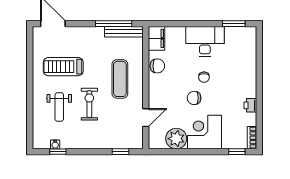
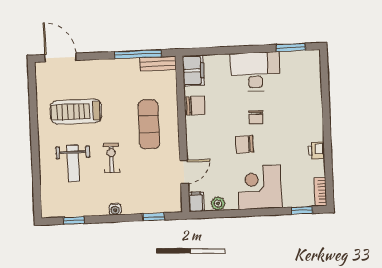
bench: (124, 32) -> (158, 64), width x0.73
exercise bike: (89, 104) -> (111, 158), width x0.73, depth x0.72
plant: (176, 139) -> (218, 204), width x0.53, depth x0.53
filing cabinet: (154, 141) -> (196, 202), added
water cooler: (55, 144) -> (115, 209), moved

